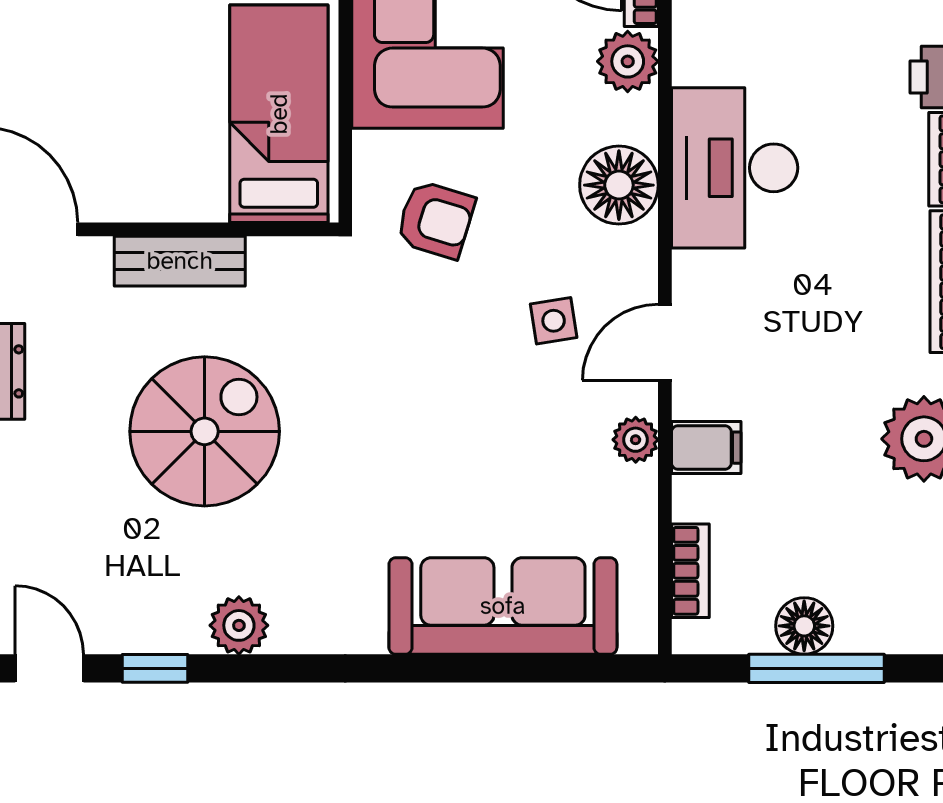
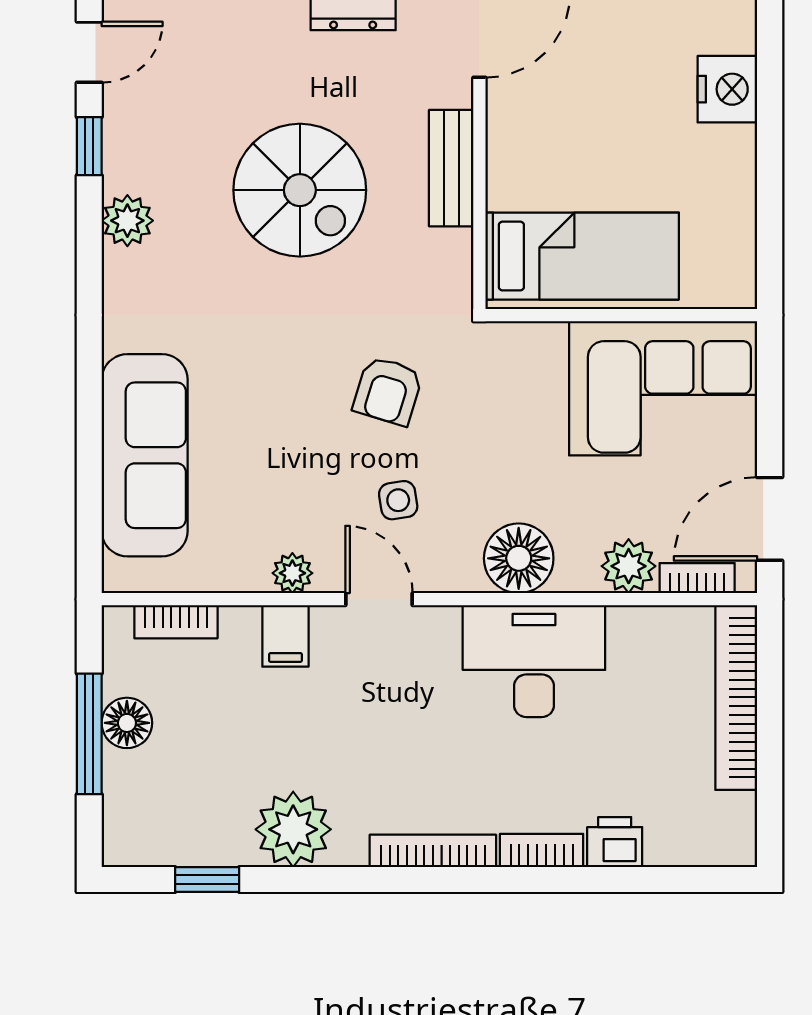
armchair: (436, 220) -> (388, 391), moved

